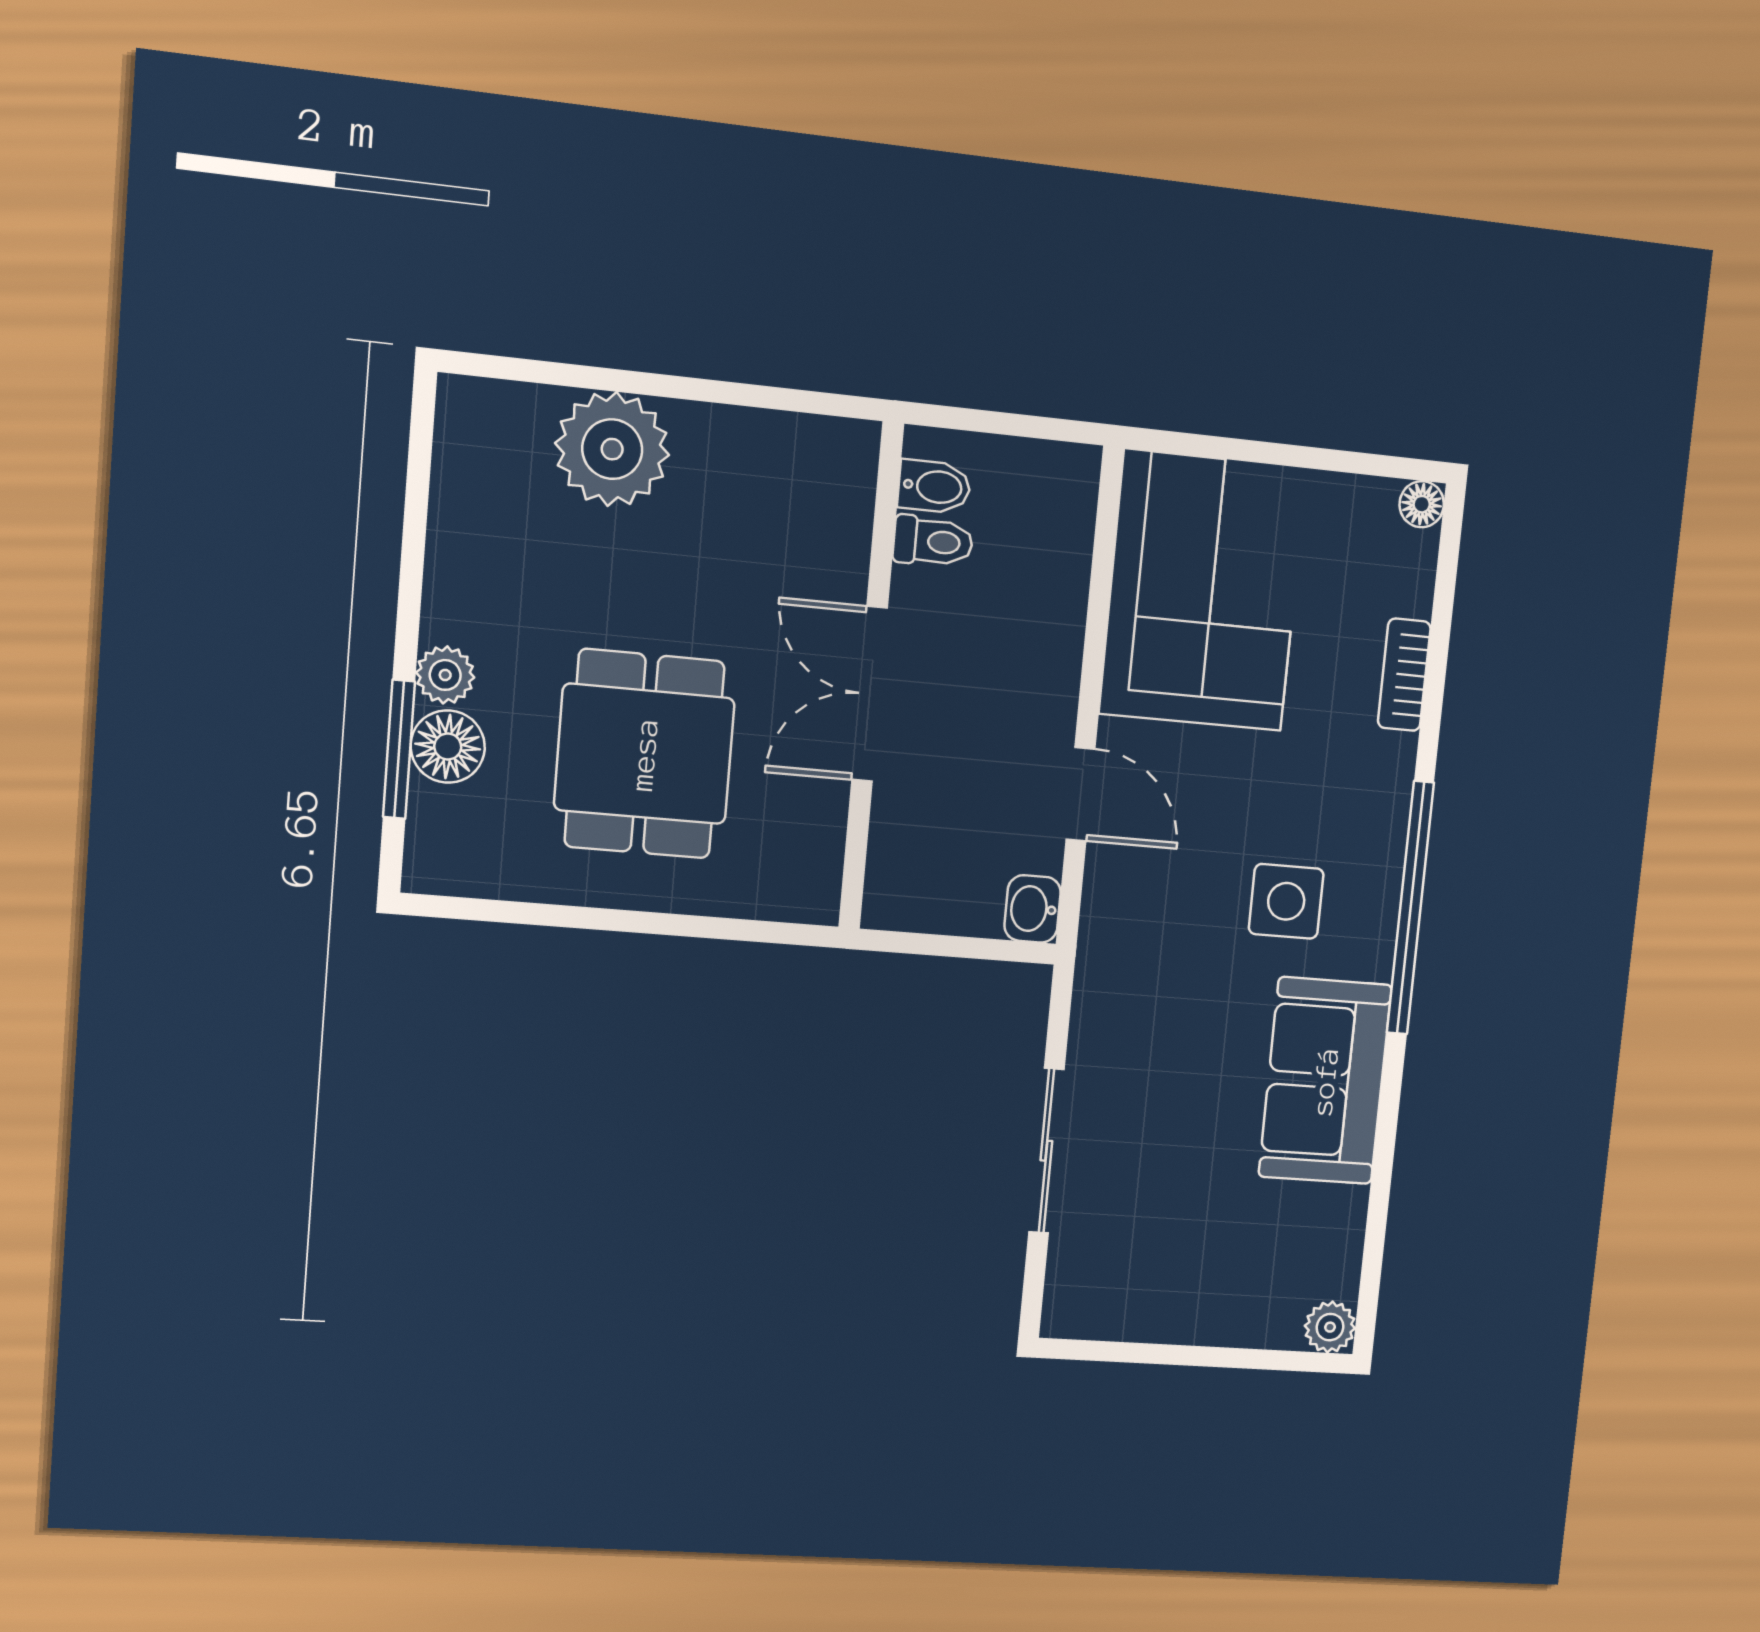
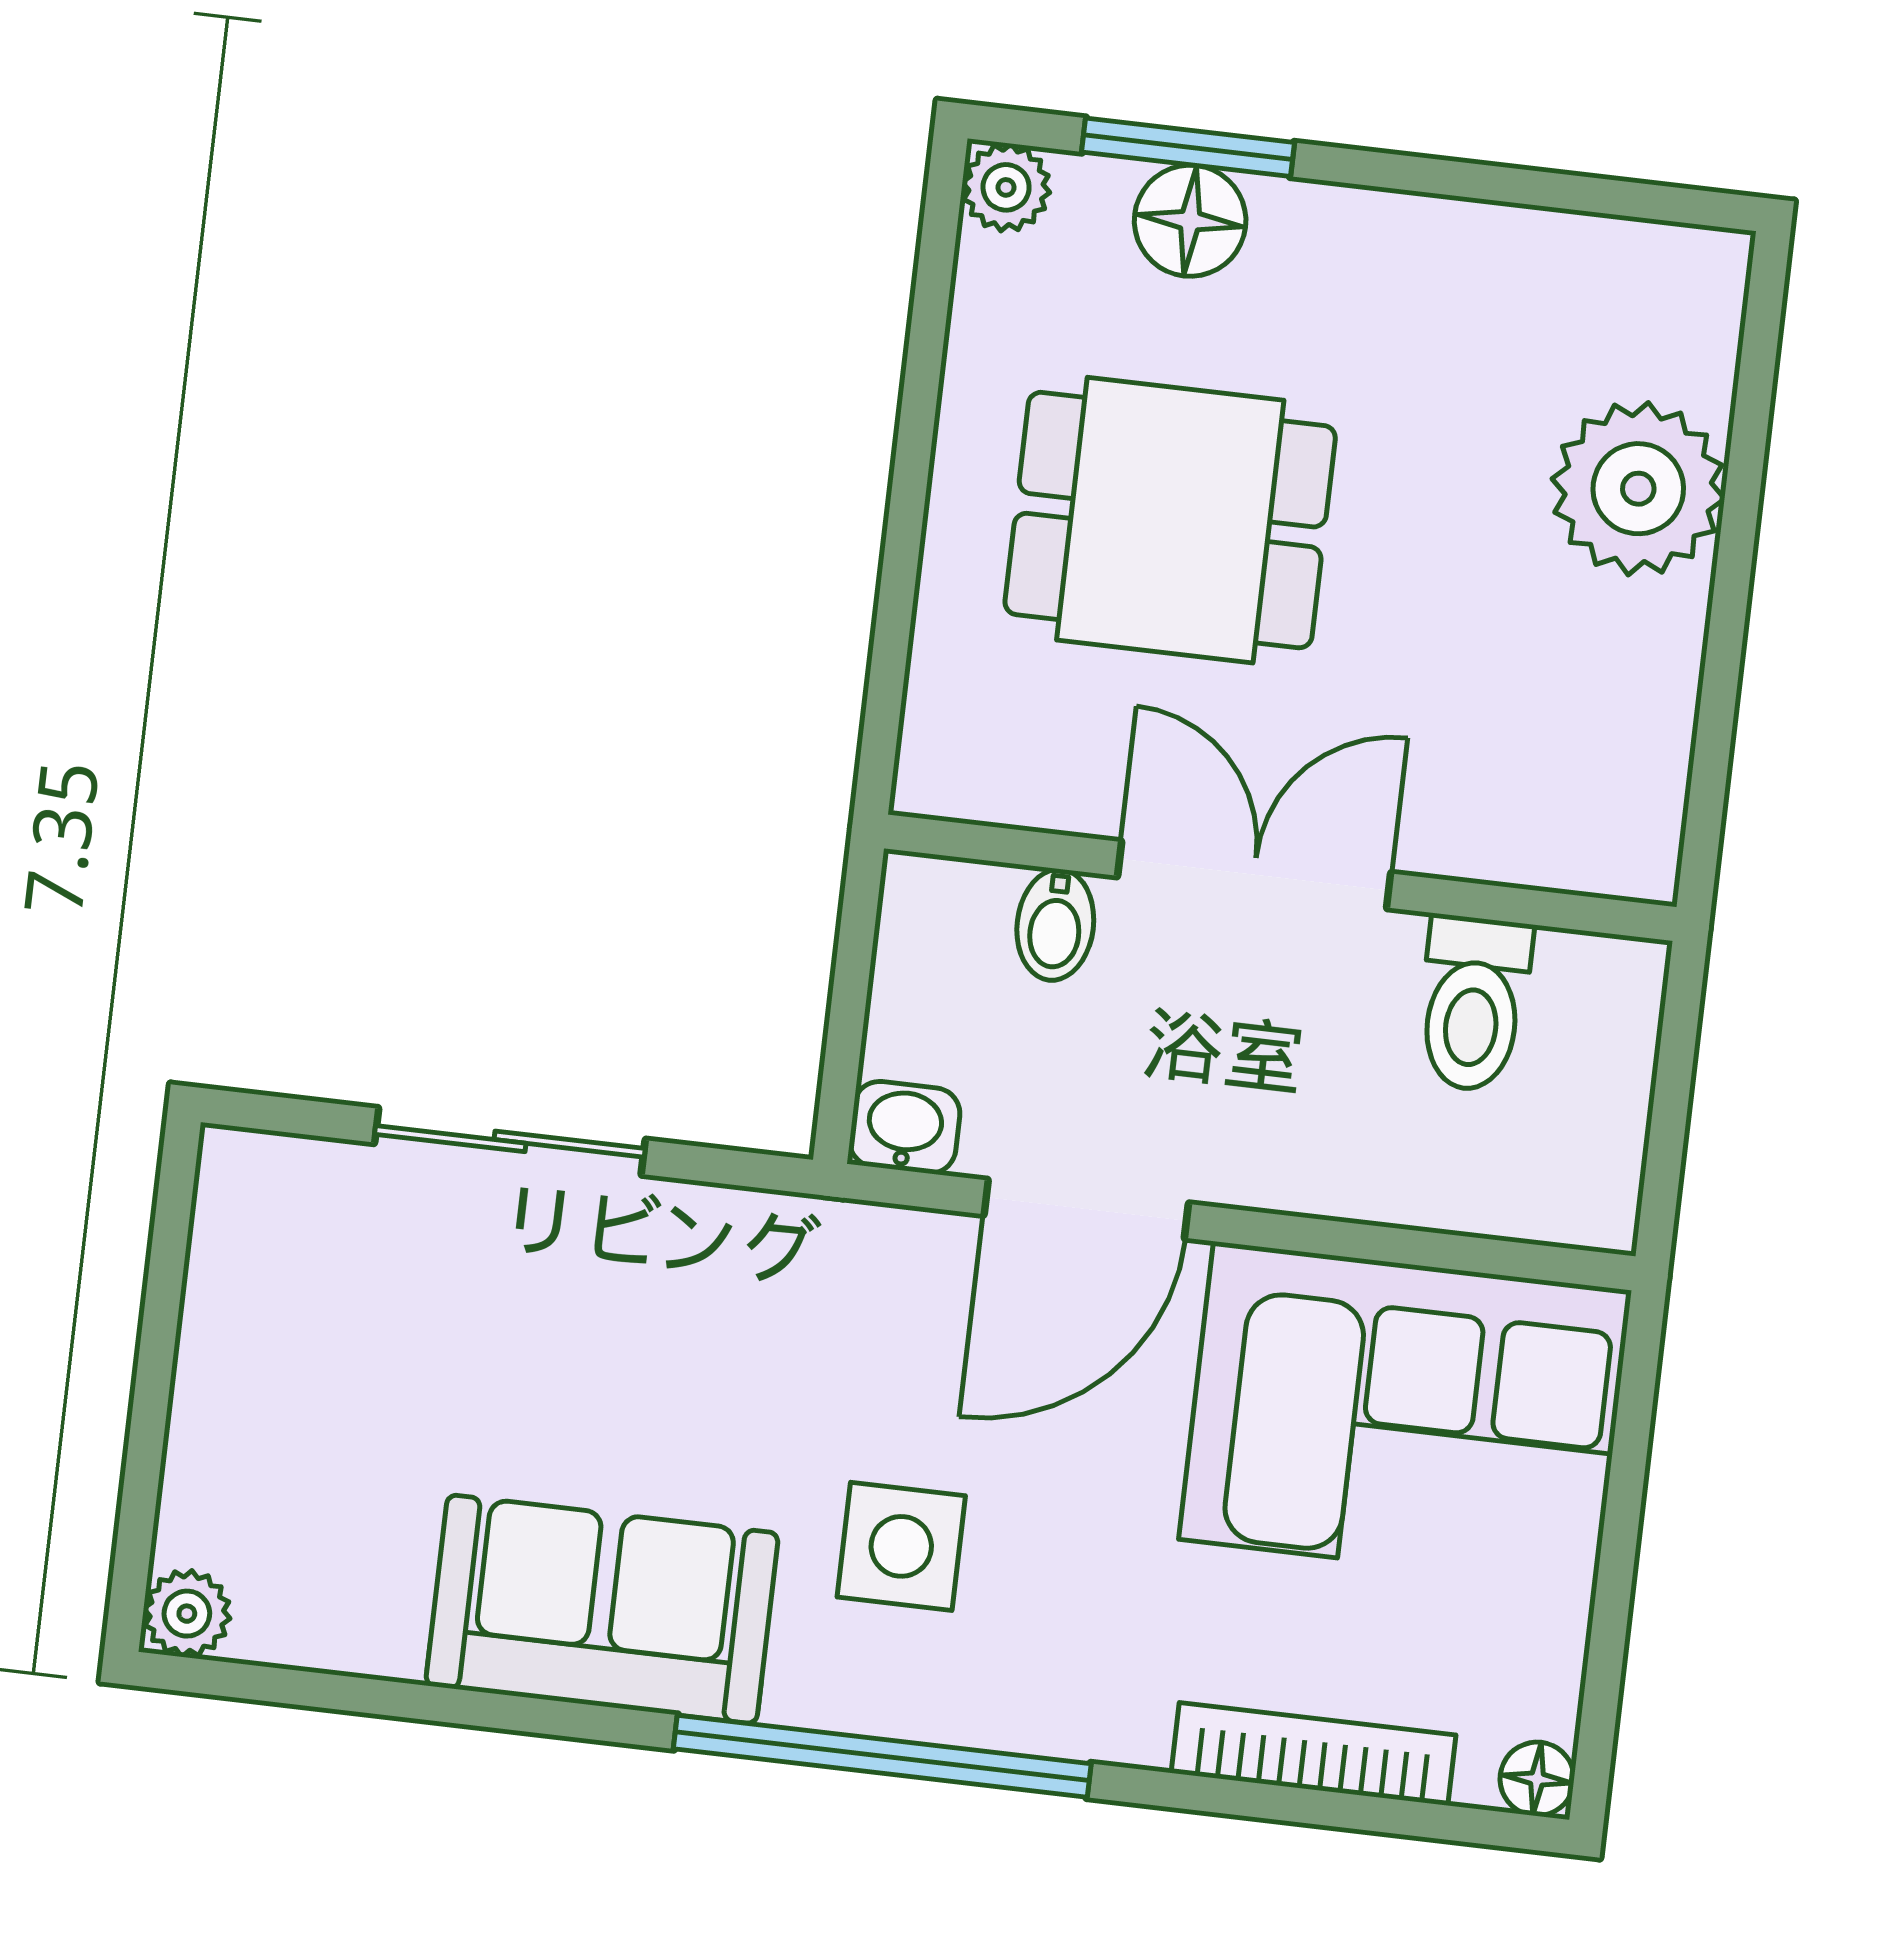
bidet: (934, 487) -> (1055, 925), moved
toilet: (933, 541) -> (1473, 1004), width x1.37, depth x1.39
plant: (445, 675) -> (1006, 187), moved
bookcase: (1404, 675) -> (1314, 1754), width x1.56
door: (1080, 794) -> (1086, 1209), width x1.38

